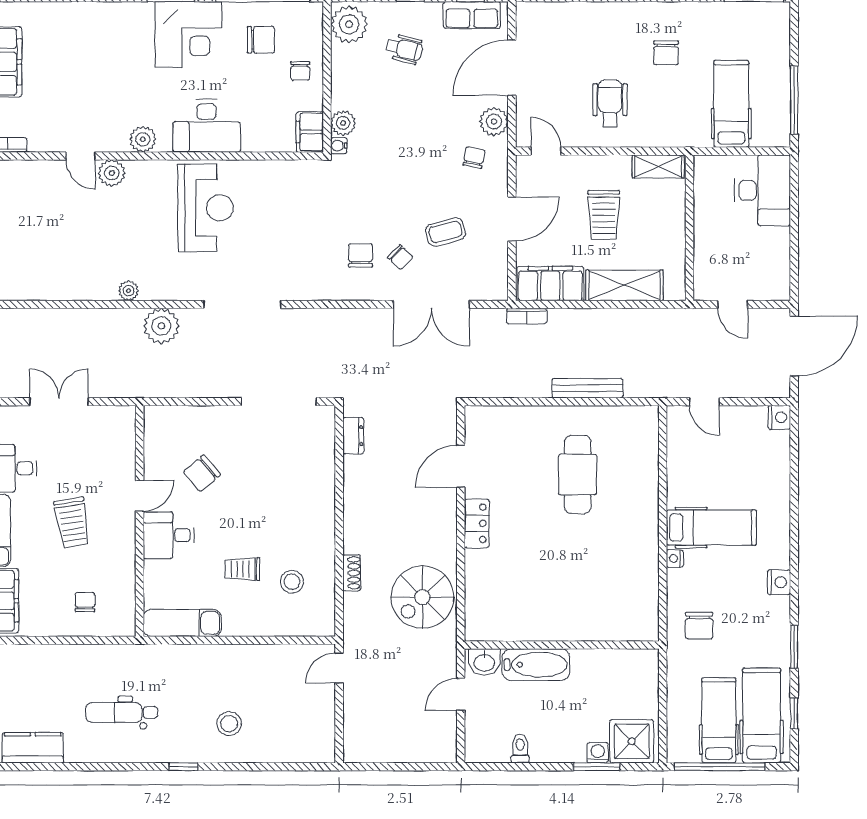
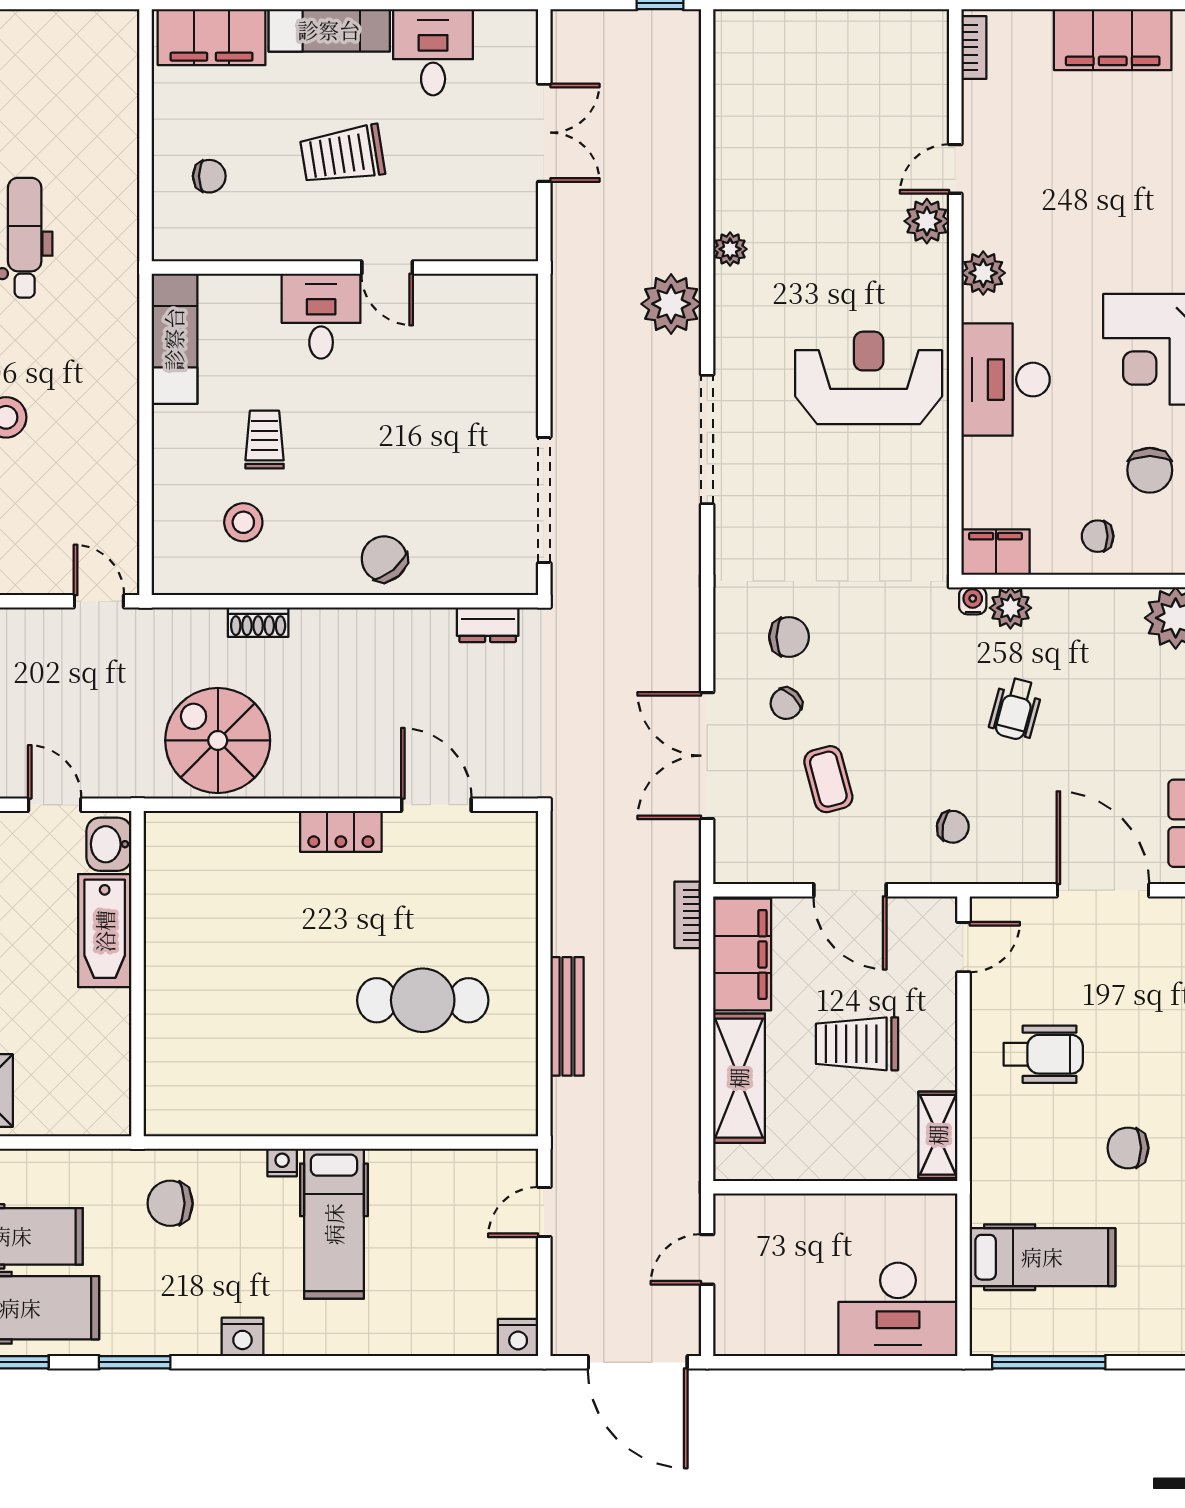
wheelchair: (404, 49) -> (1016, 709), moved
plant: (494, 122) -> (1013, 860), removed
reception desk: (206, 208) -> (869, 378), turned 180
chair: (202, 473) -> (384, 559), moved

